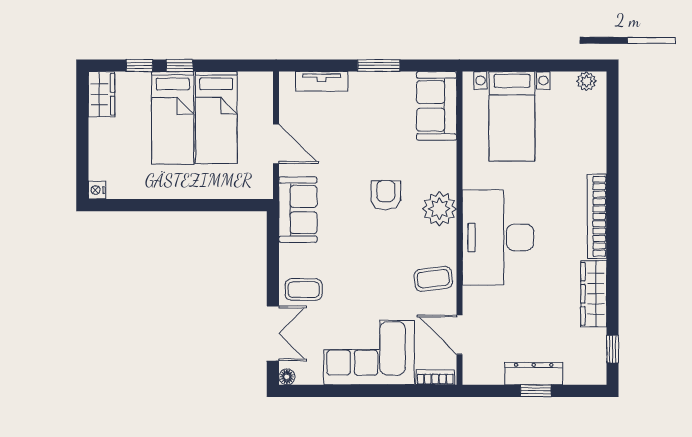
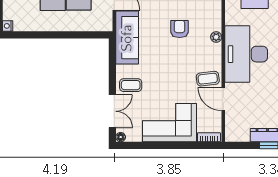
plant: (439, 209) -> (216, 37), width x0.53, depth x0.53
sofa: (298, 210) -> (127, 38), width x1.36
door: (459, 335) -> (223, 99), moved

